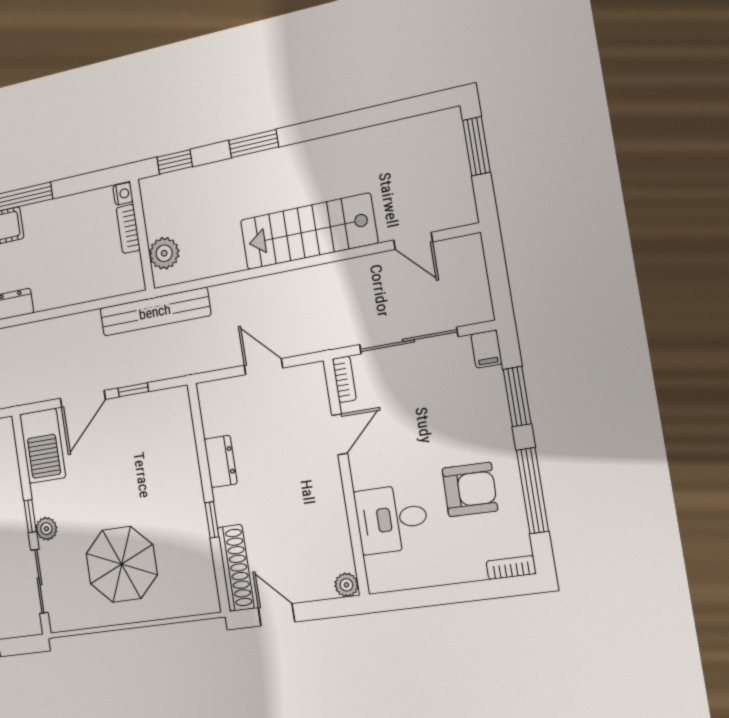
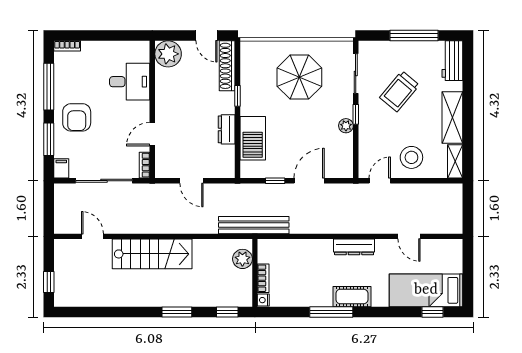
window: (476, 146) -> (49, 282), width x0.67
barbecue: (43, 446) -> (253, 138), moved, turned 180
armchair: (470, 489) -> (77, 117), moved, turned -91
plant: (46, 529) -> (346, 126), moved
plant: (346, 585) -> (168, 54), width x1.88, depth x1.88

